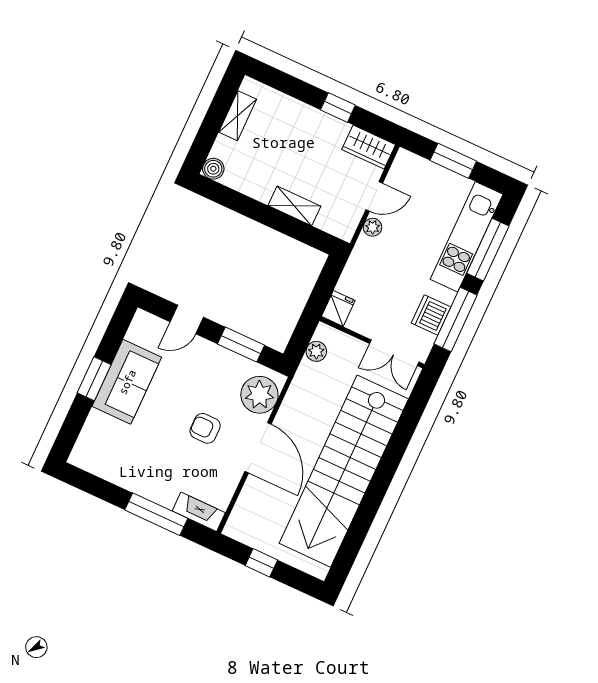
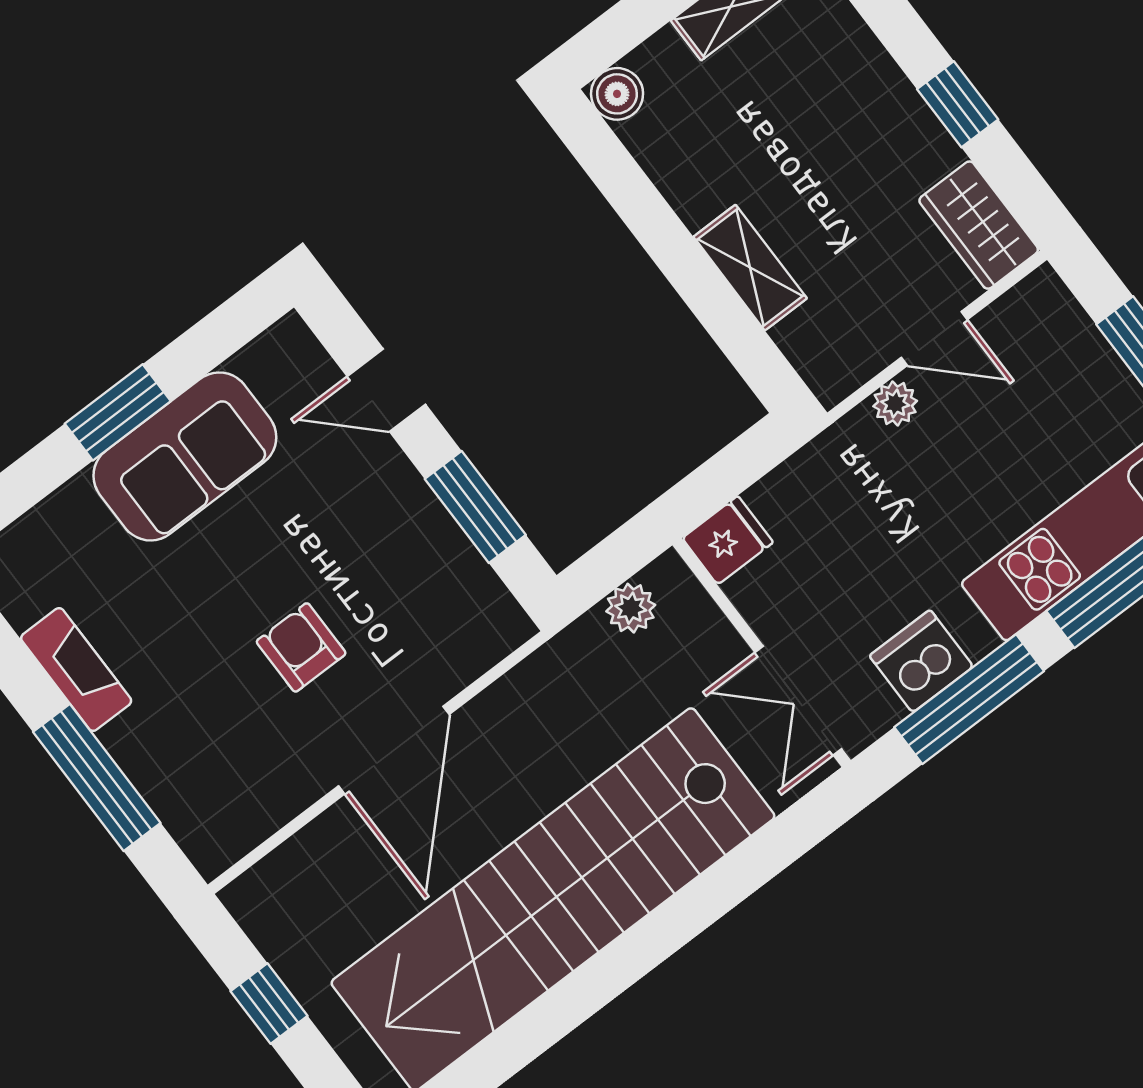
plant: (259, 395) -> (458, 637), removed
fireplace: (199, 512) -> (76, 669), moved

